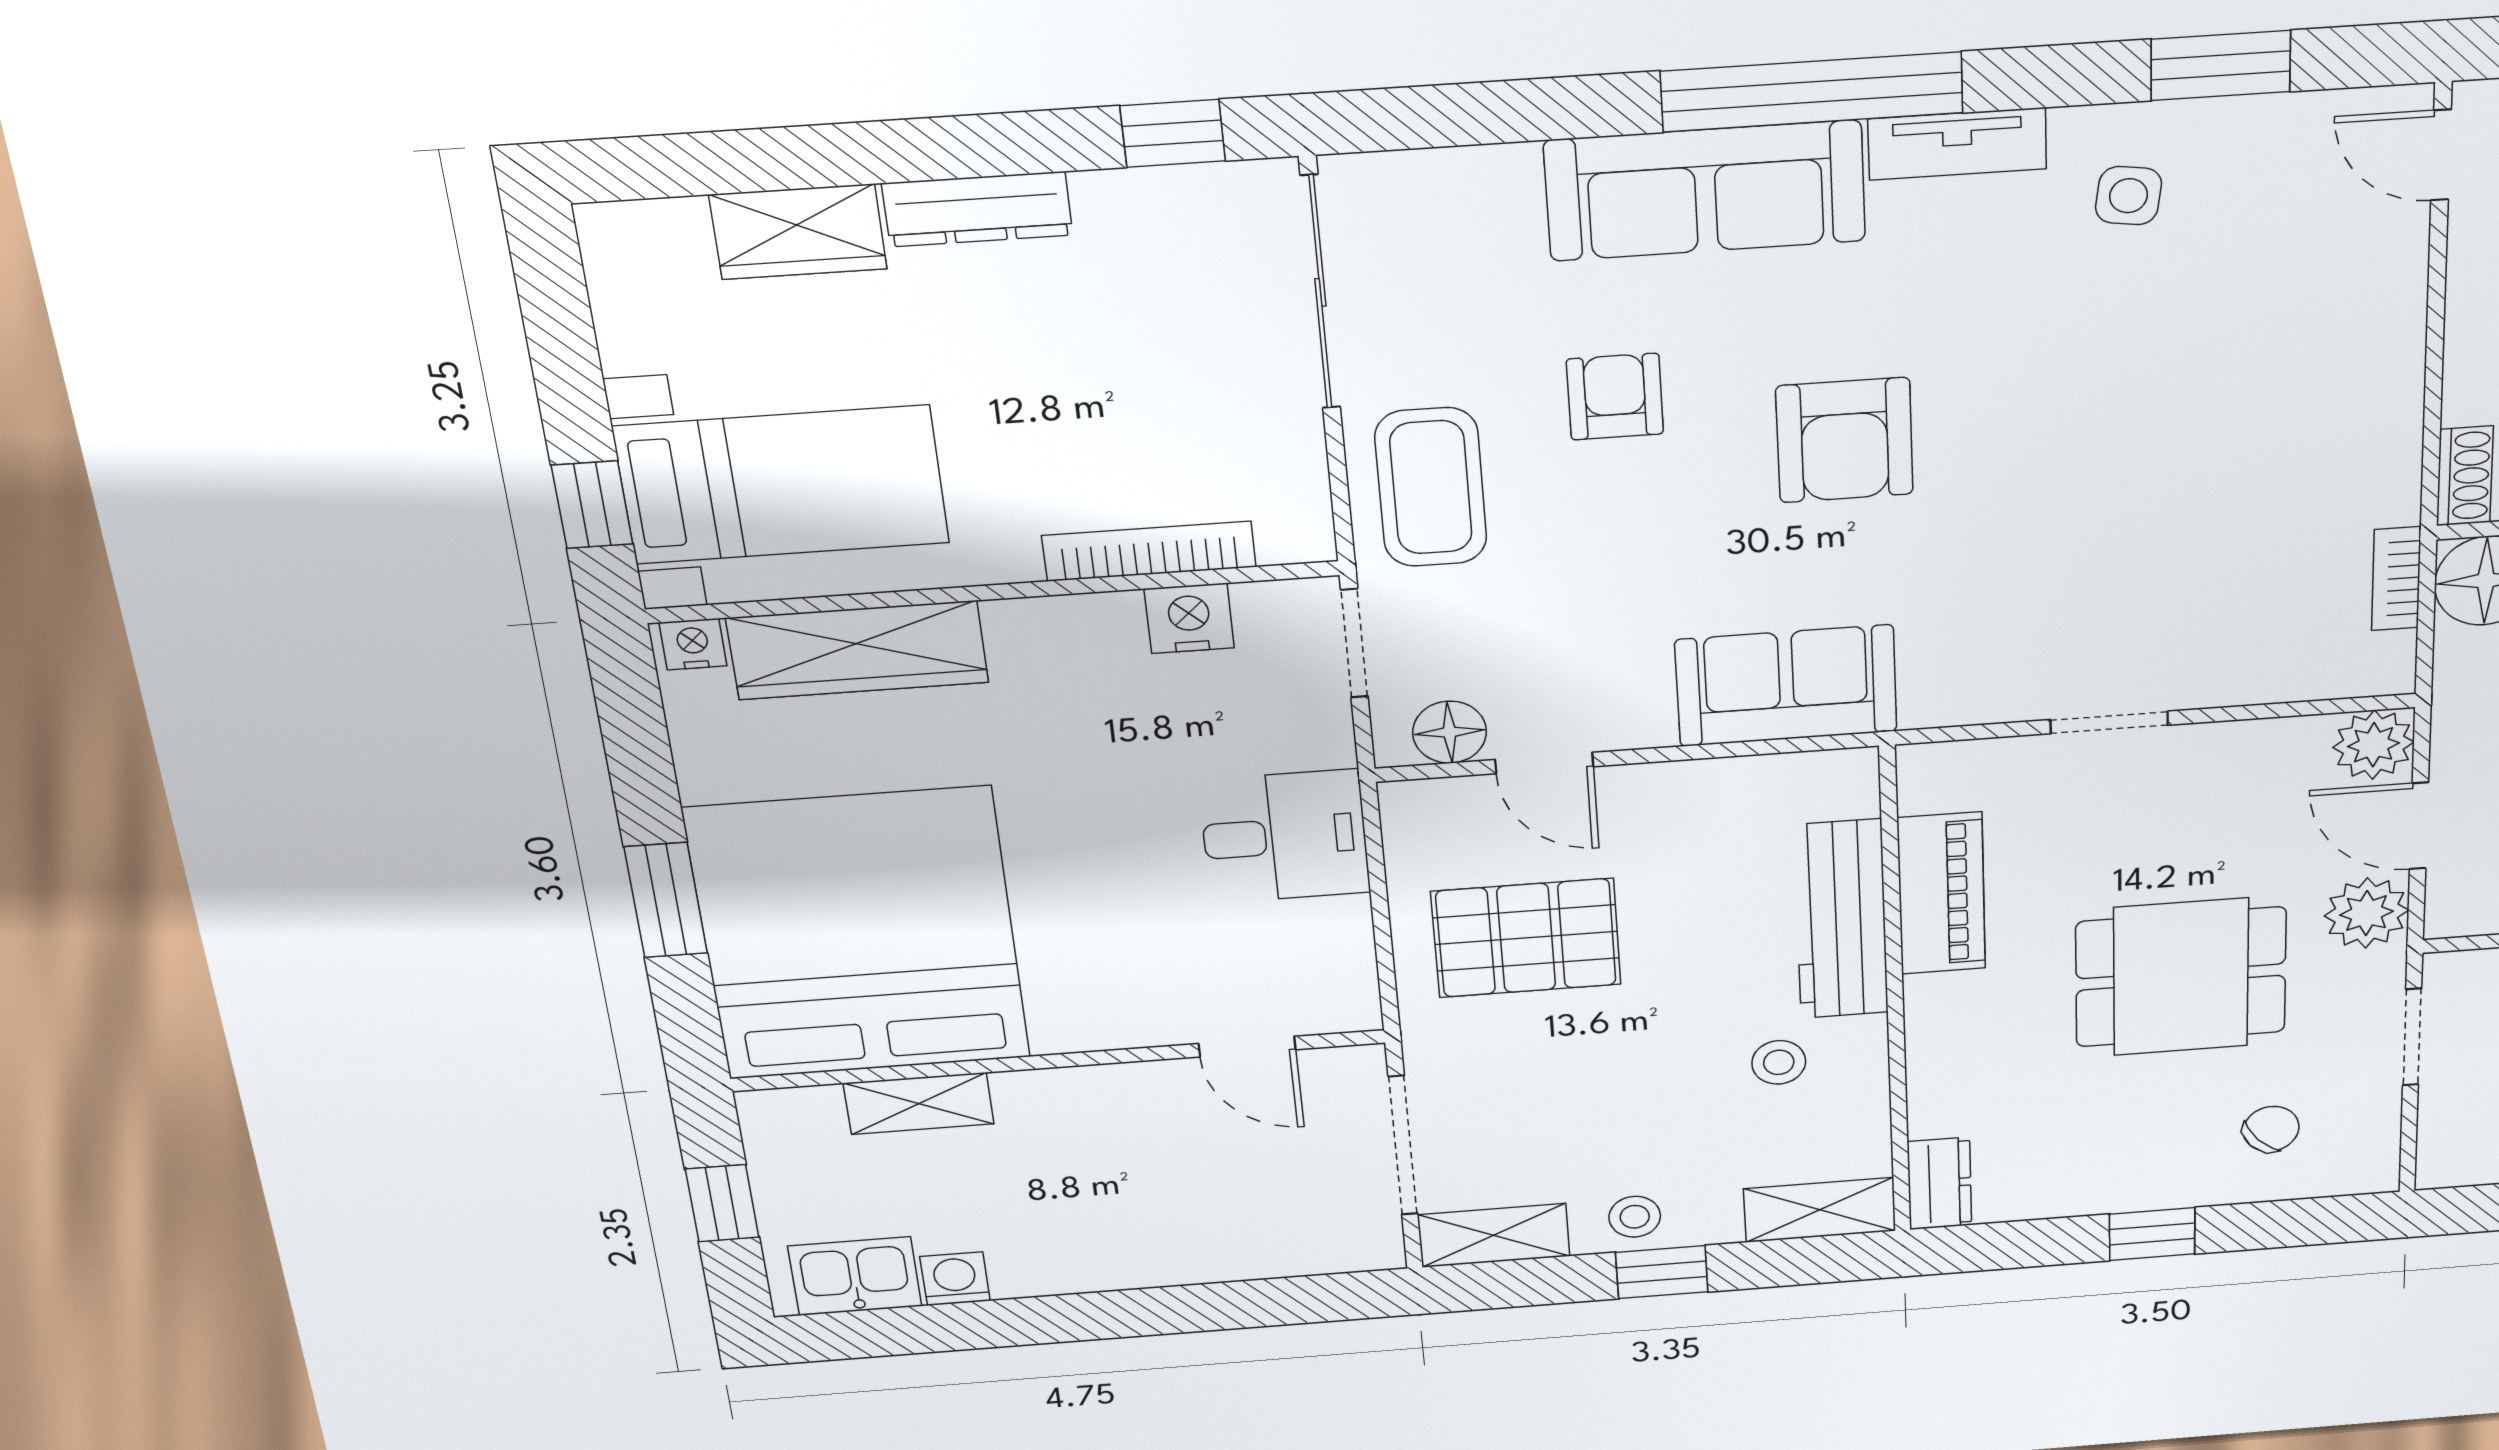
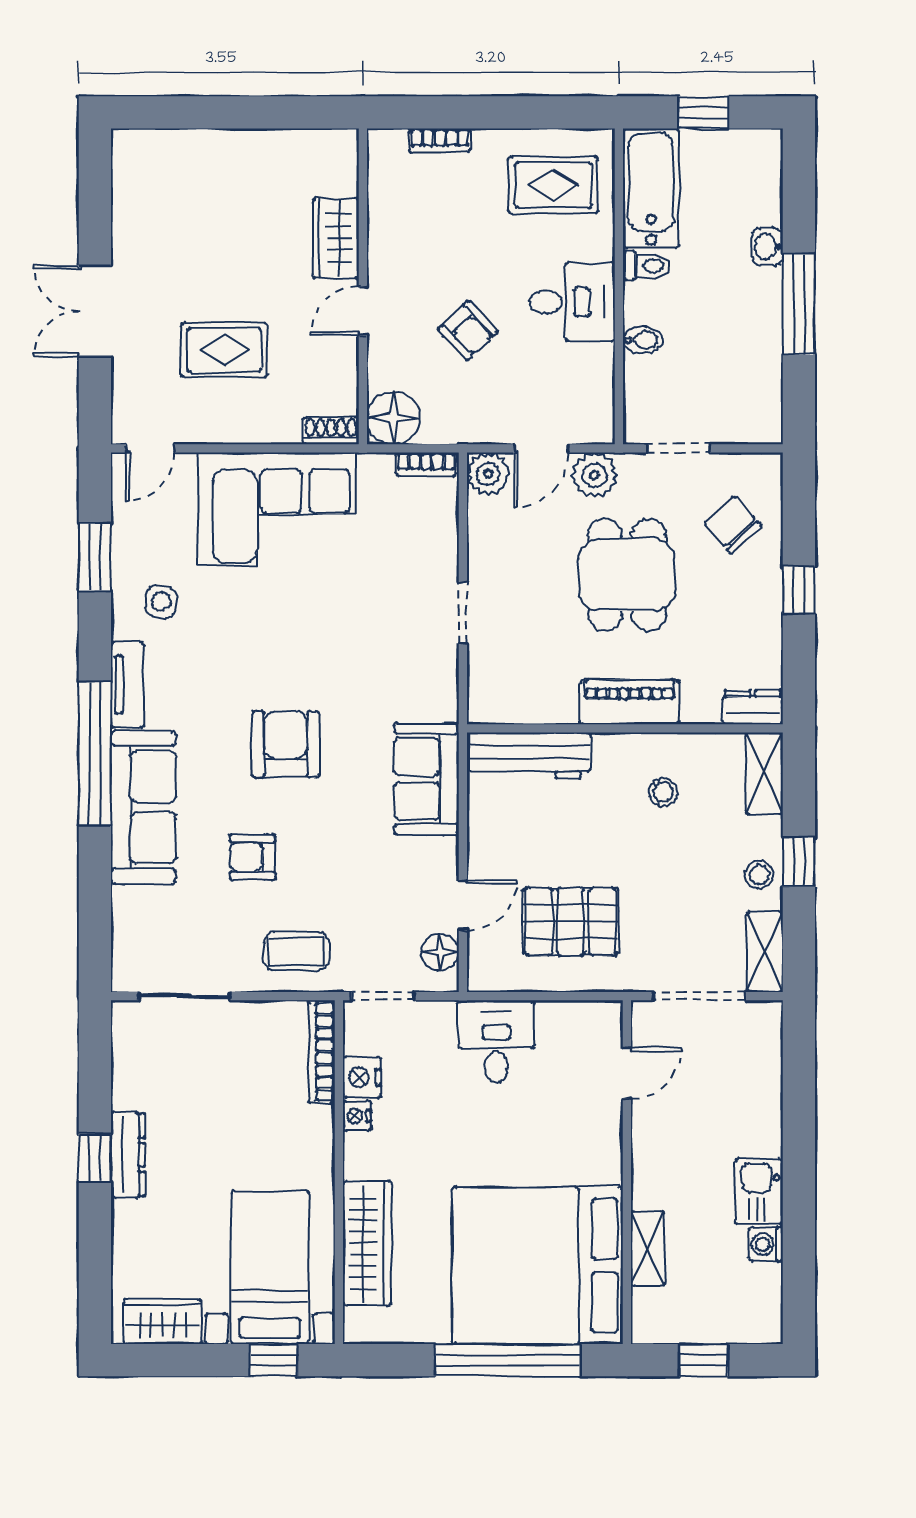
window: (1173, 133) -> (95, 1158), moved
wardrobe: (798, 232) -> (163, 1321), moved, turned -90
sliding door: (1320, 292) -> (184, 996), width x0.73
corner sofa: (2314, 391) -> (276, 509), added
armchair: (1845, 440) -> (286, 744), turned -90
coffee table: (1431, 487) -> (296, 951), width x0.73, depth x0.77
bookcase: (1149, 551) -> (322, 1052), moved
bookcase: (2396, 579) -> (426, 464), moved
nightstand: (693, 644) -> (357, 1116), moved
piano: (1941, 893) -> (629, 702), moved
window: (666, 900) -> (508, 1360), width x2.11
workbench: (1841, 919) -> (529, 756), moved
pallet: (1526, 938) -> (571, 922), turned 90
chair: (2271, 1129) -> (733, 525), width x1.37, depth x1.37
kitchen sink: (855, 1276) -> (759, 1191), moved

